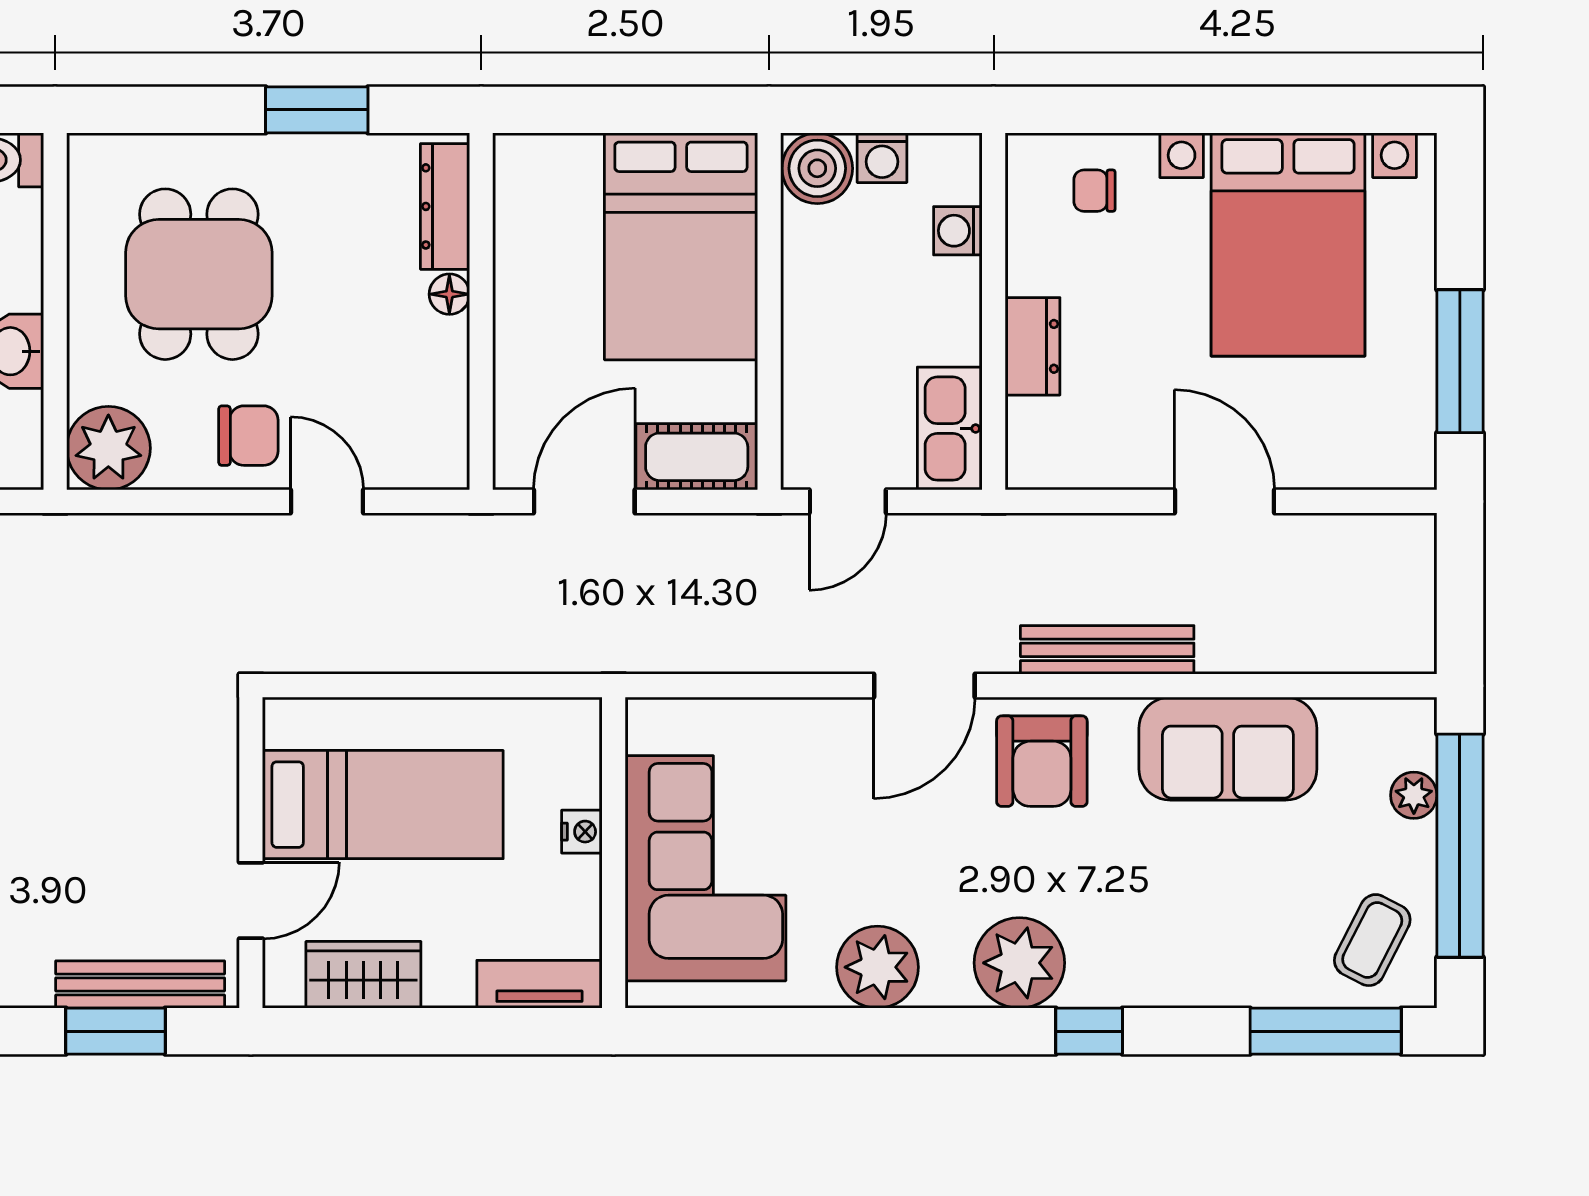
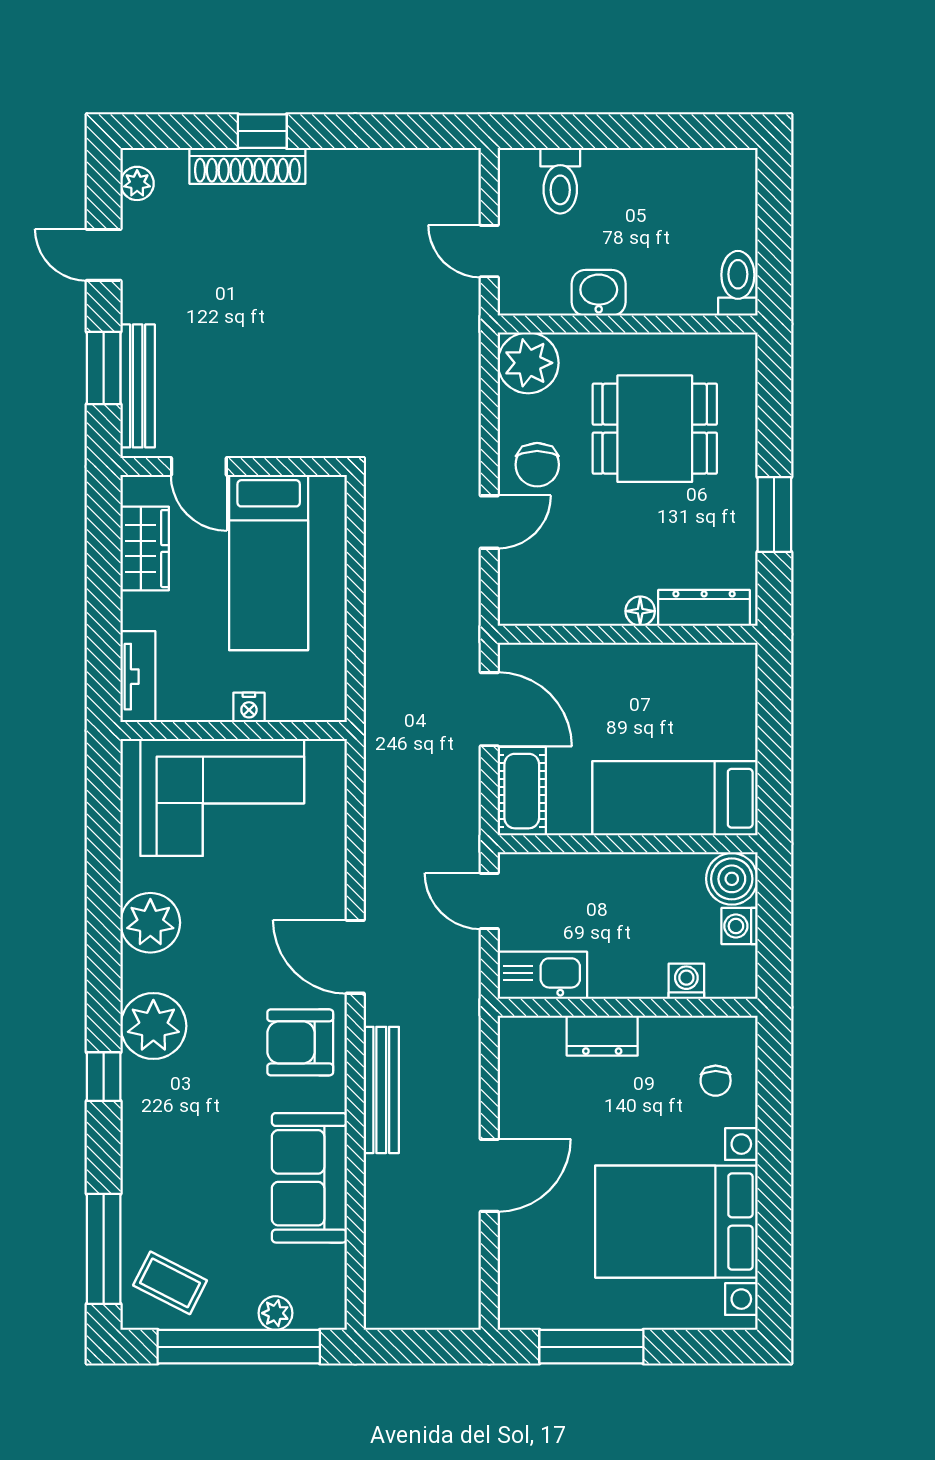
chair: (1094, 191) -> (716, 1081), turned 180
bed: (681, 246) -> (675, 798), width x0.67

